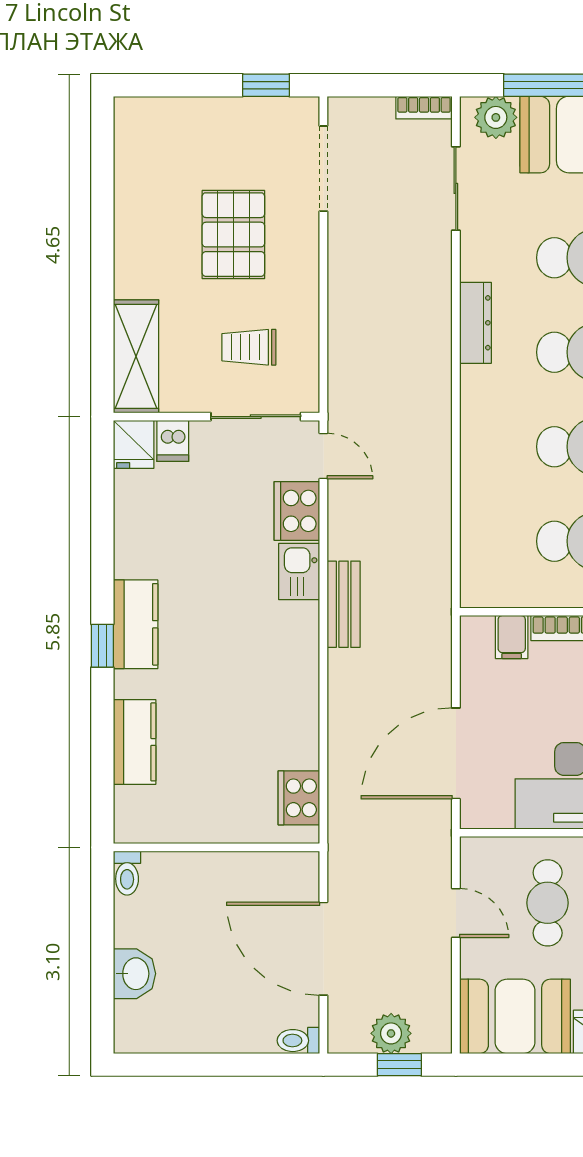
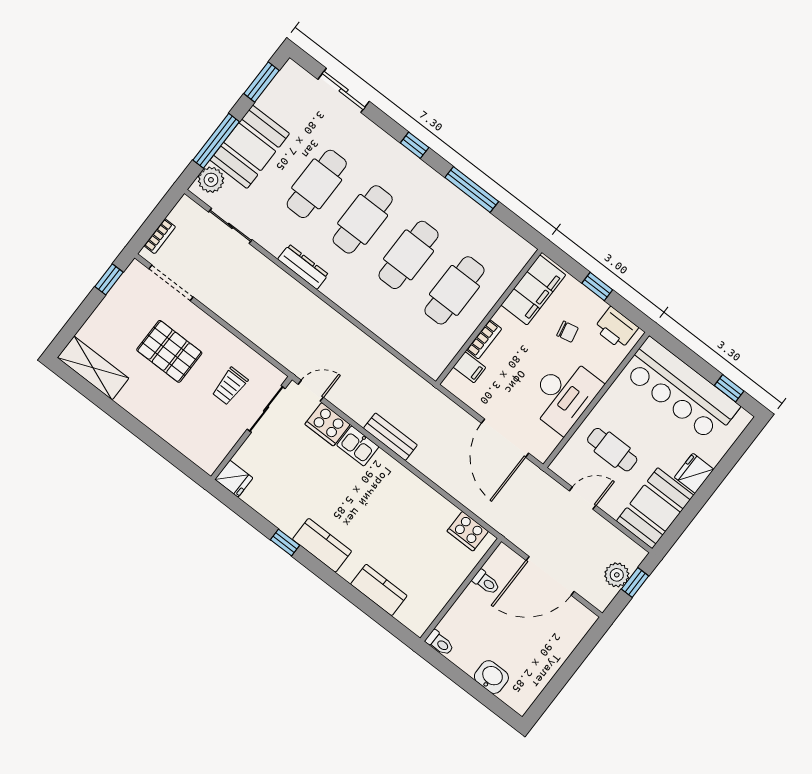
bookcase: (424, 108) -> (160, 236), moved
shelving: (136, 356) -> (93, 368), moved
dishwasher: (173, 441) -> (247, 458), removed
window: (102, 646) -> (285, 542), moved
toilet: (298, 1041) -> (486, 582), moved, turned -90

